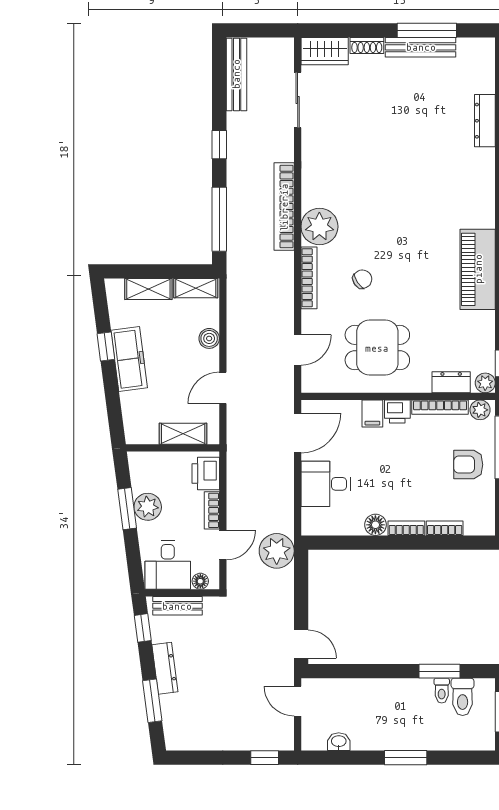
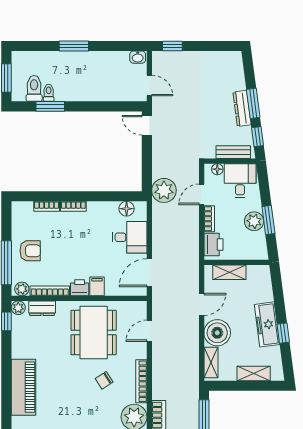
shelving: (196, 288) -> (211, 362), moved, turned 90
boiler: (209, 338) -> (217, 333), width x1.86, depth x1.86
dining table: (377, 348) -> (94, 333), width x1.38
floor lamp: (375, 525) -> (127, 209), moved
window: (152, 701) -> (253, 103), moved
washbasin: (339, 742) -> (138, 57), moved

